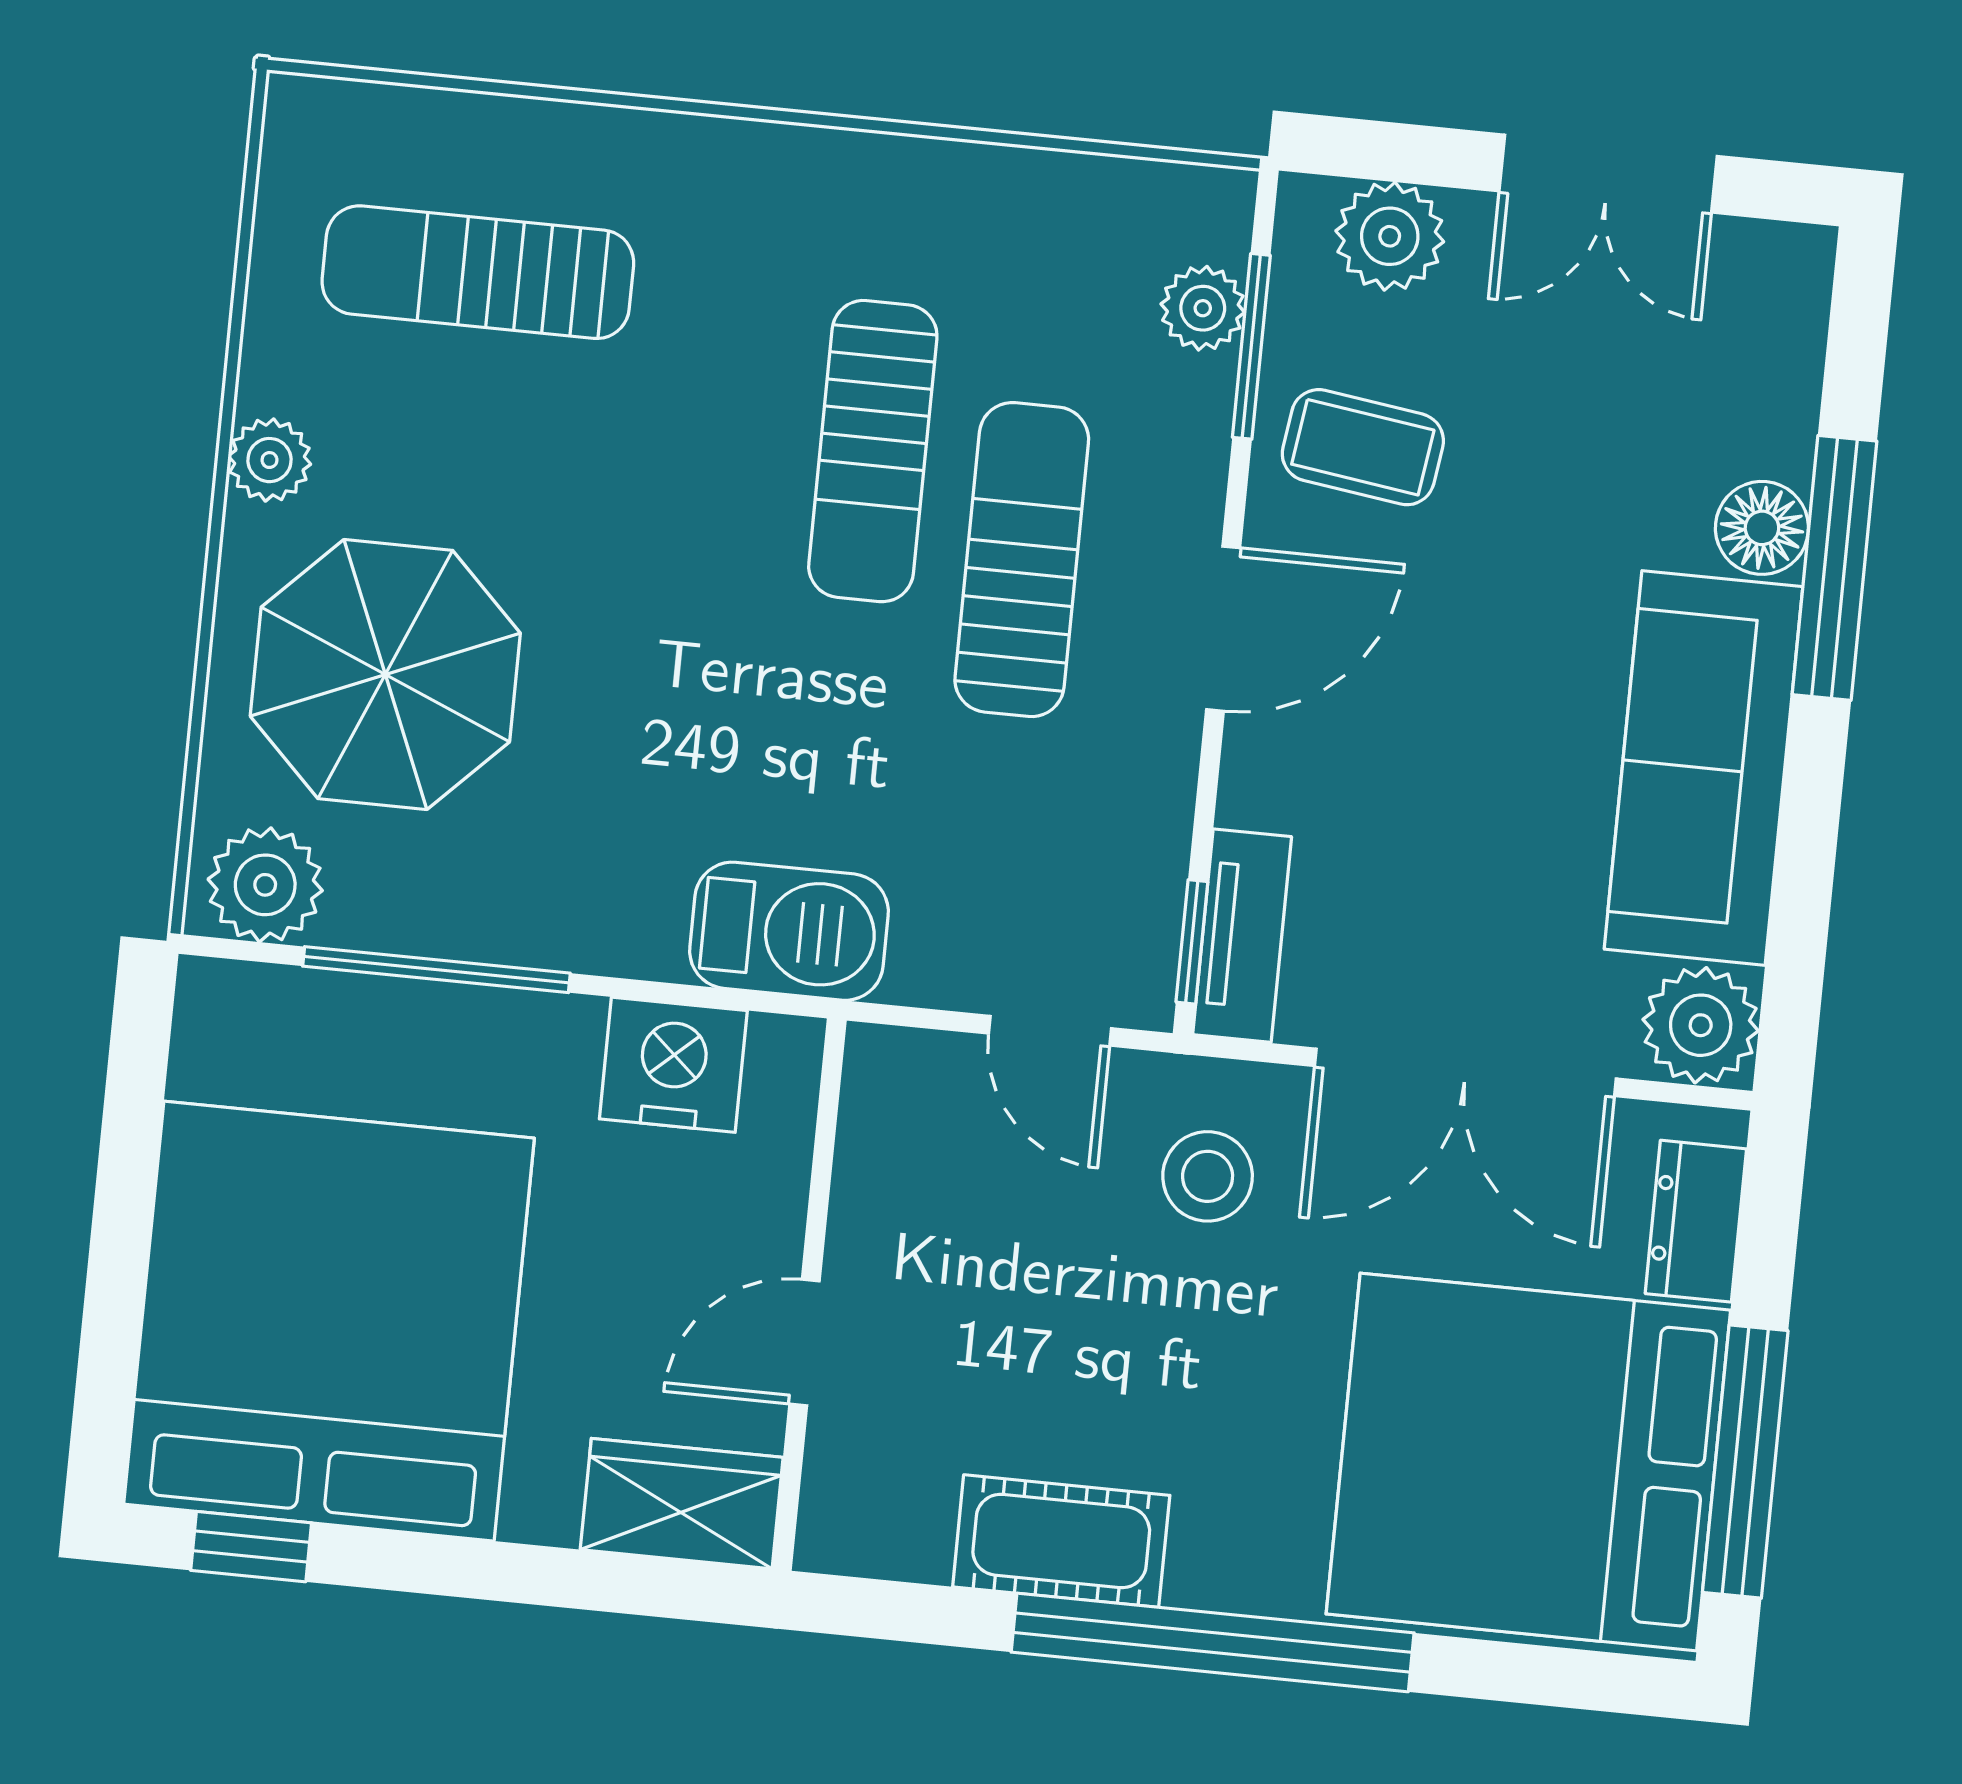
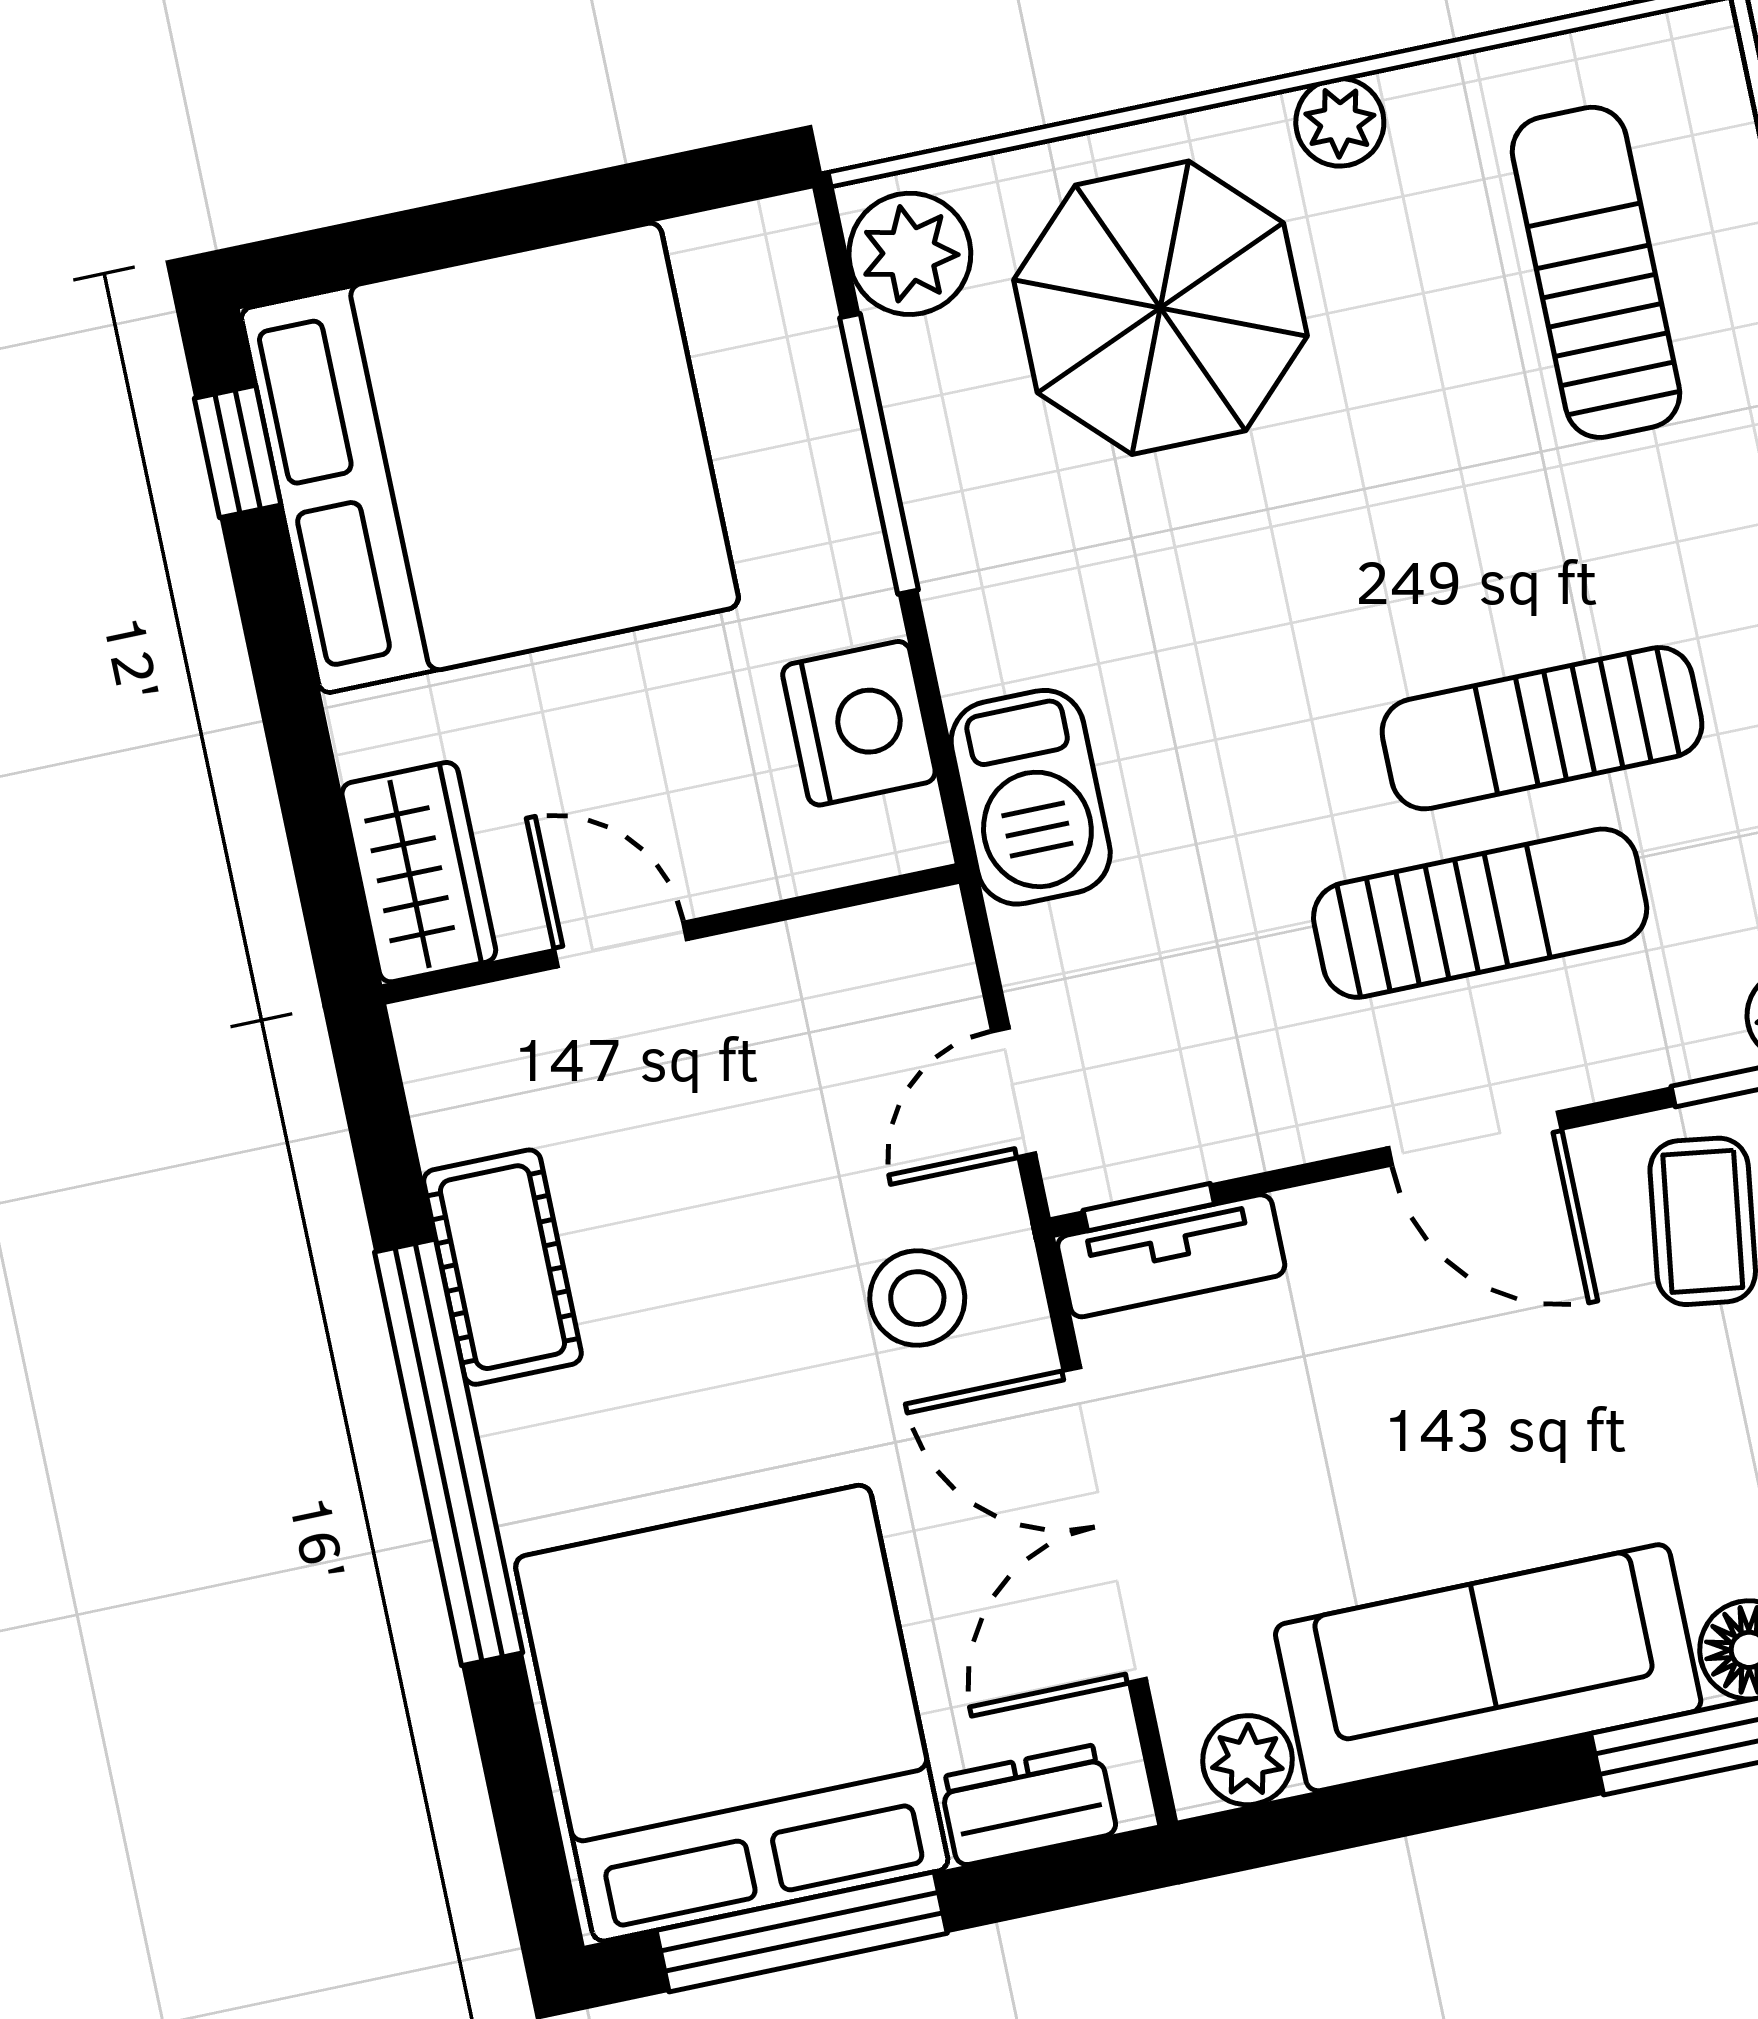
plant: (1701, 1025) -> (1248, 1760), width x0.73, depth x0.73

